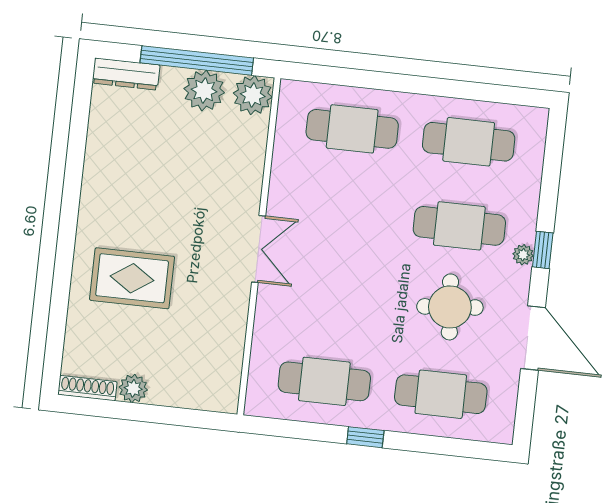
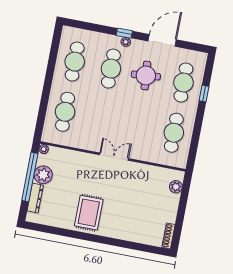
dresser: (126, 74) -> (35, 198), moved
plant: (253, 95) -> (44, 149), width x0.53, depth x0.53
rug: (132, 278) -> (89, 213), moved
plant: (133, 388) -> (176, 187), moved
window: (365, 437) -> (204, 94), moved

